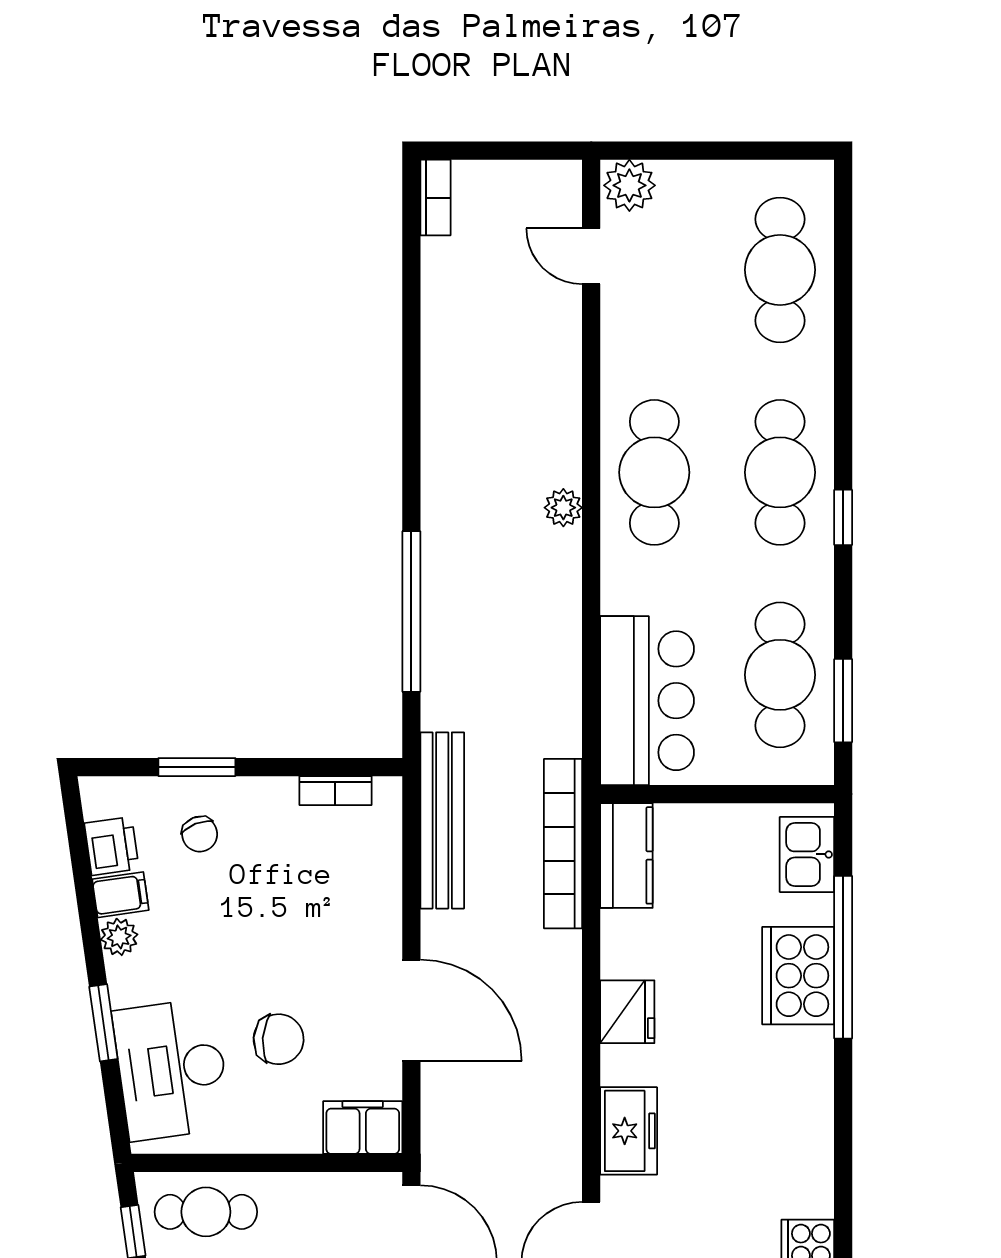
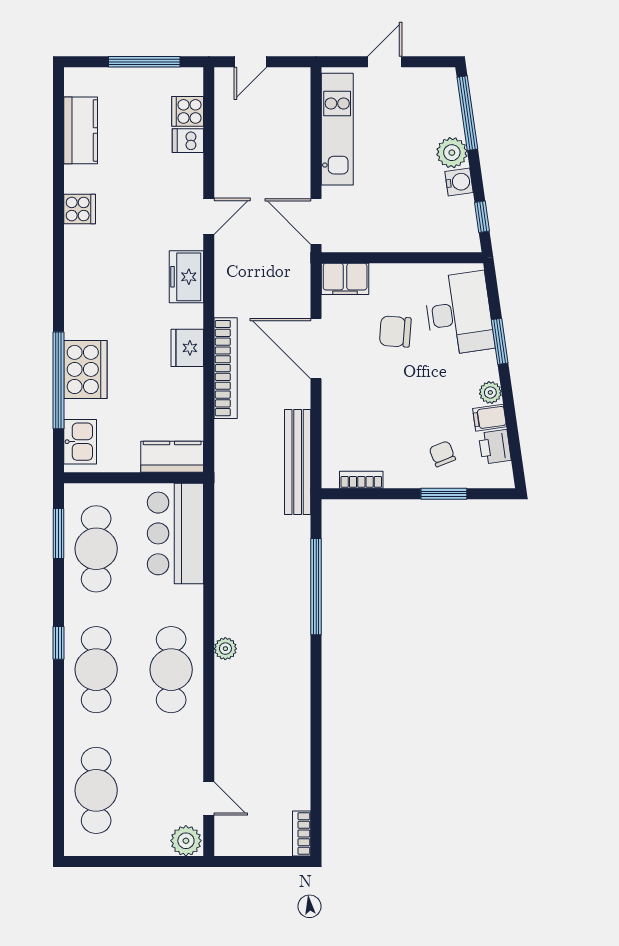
bookcase: (563, 844) -> (226, 368), moved
kitchen counter: (626, 855) -> (172, 457), moved, turned 90
cafe table: (206, 1212) -> (439, 228), removed

